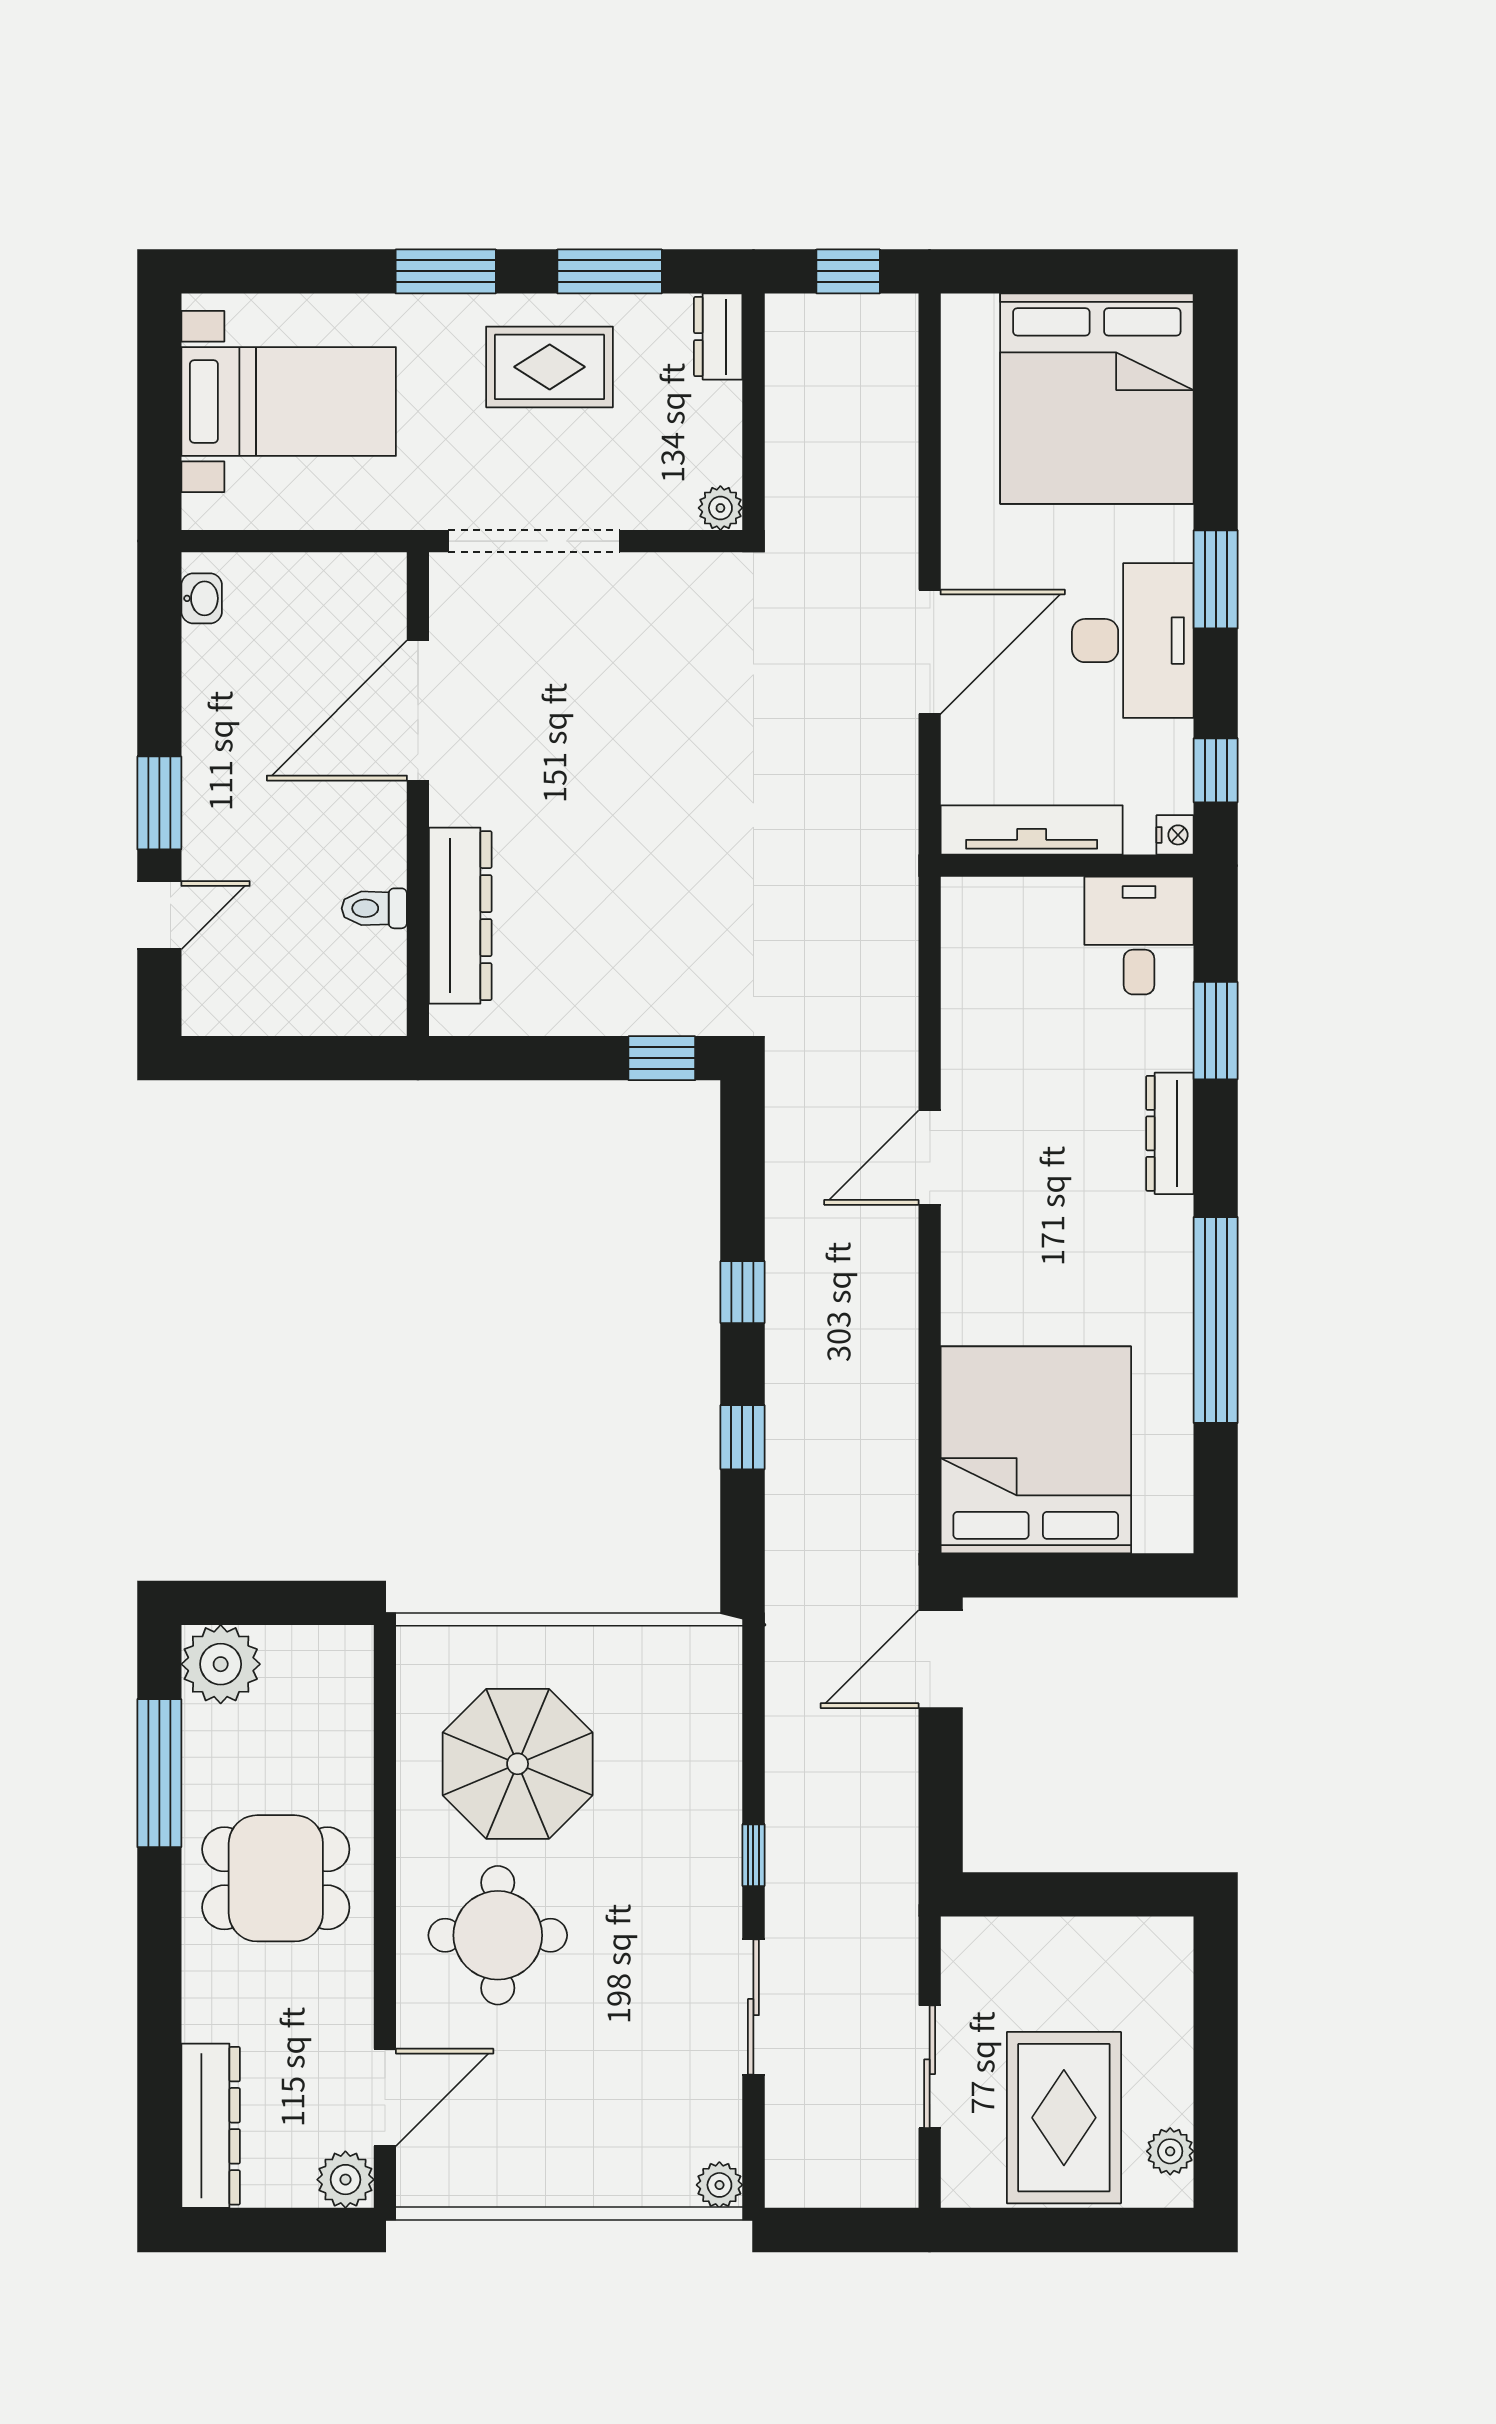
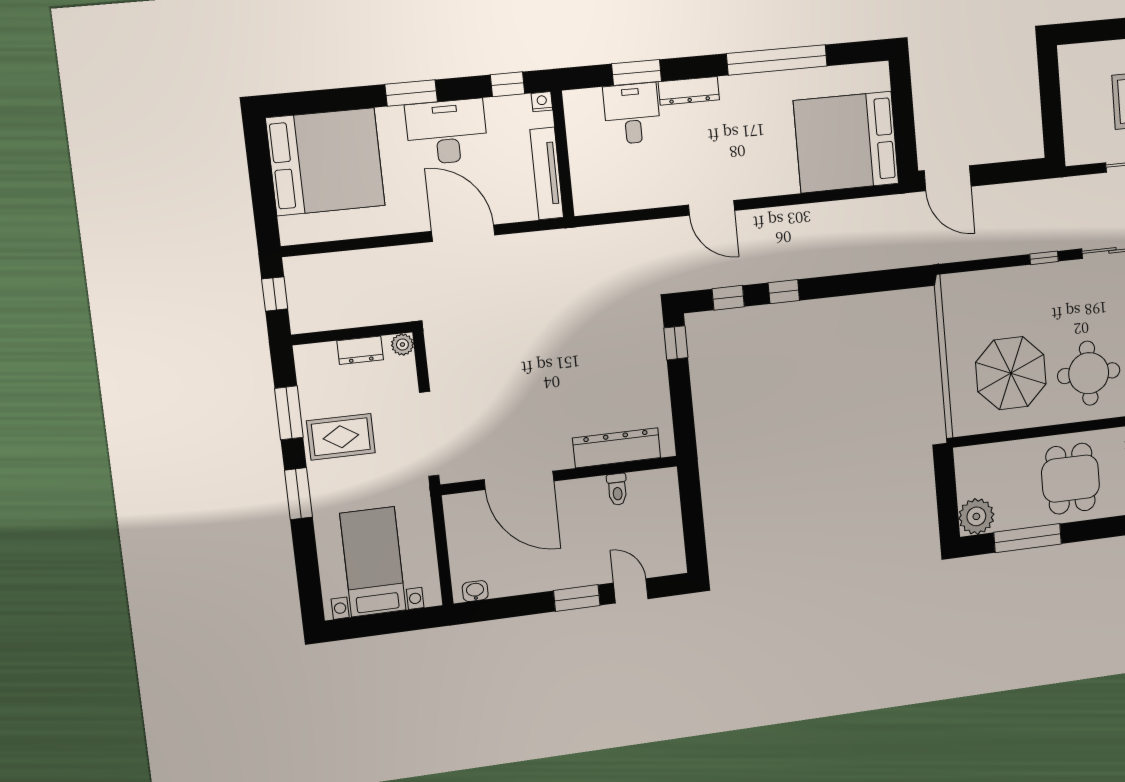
dresser: (718, 337) -> (360, 350), moved
rug: (550, 367) -> (341, 437), turned 90
desk: (1139, 936) -> (632, 114), moved, turned 90
window: (742, 1437) -> (728, 298), moved

